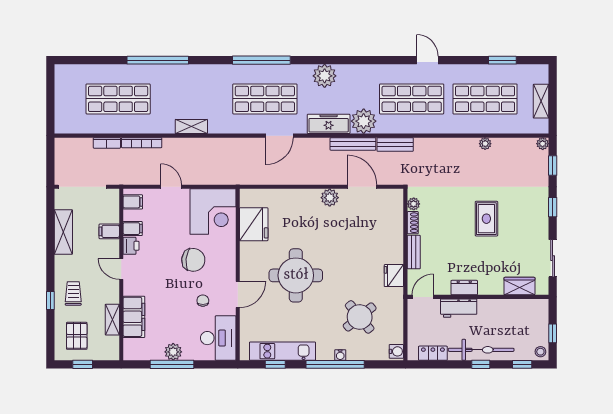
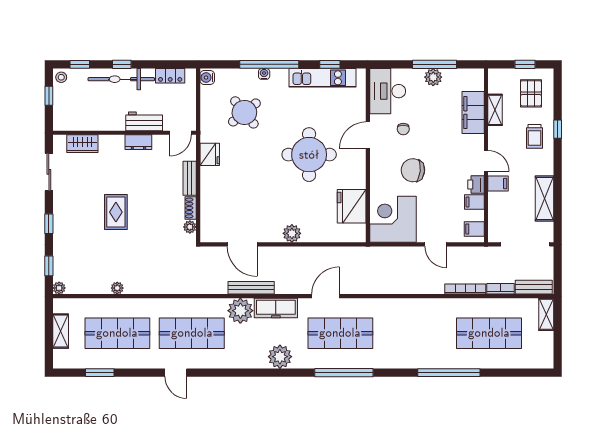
shelving: (191, 127) -> (546, 314), moved, turned 90
bench: (395, 144) -> (534, 287), moved
plant: (330, 198) -> (292, 233), moved
filing cabinet: (109, 231) -> (498, 183), moved

